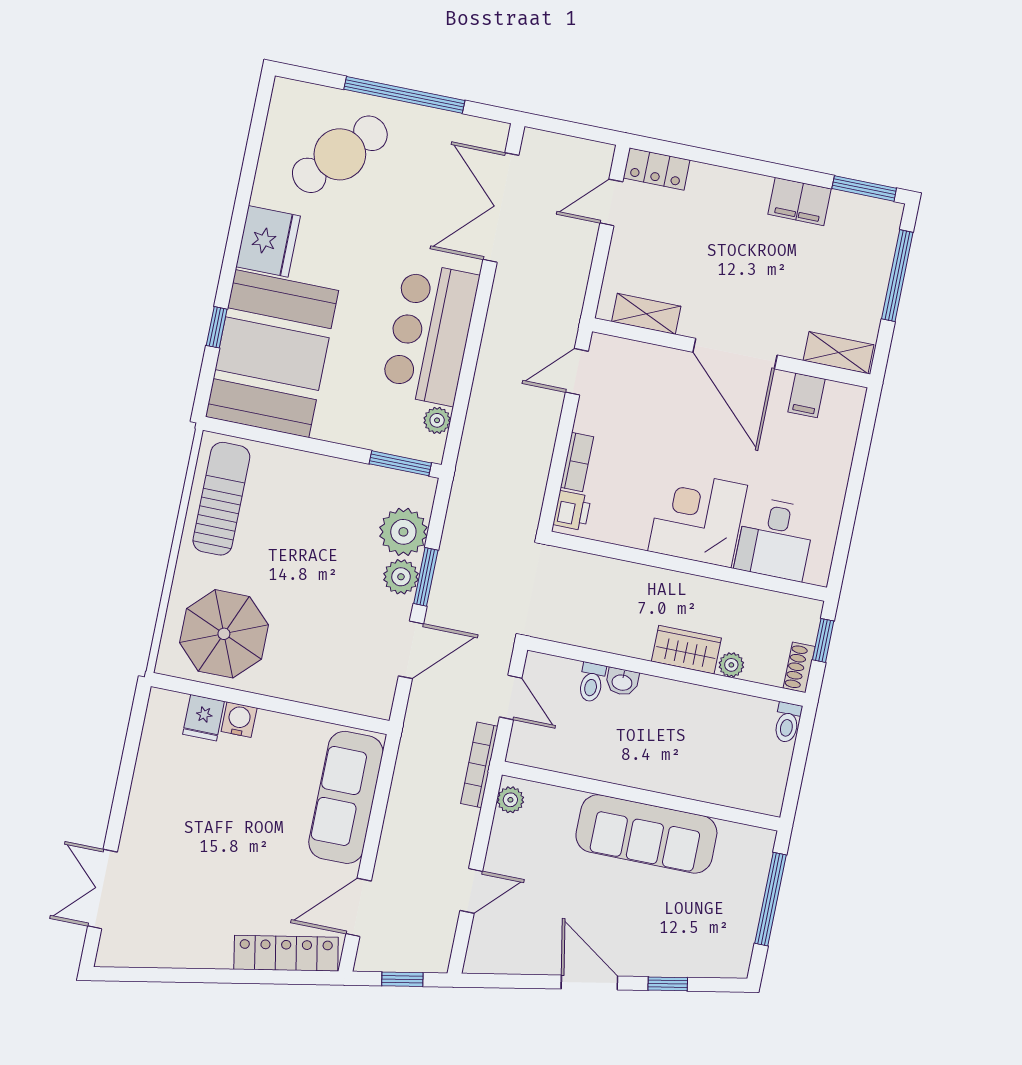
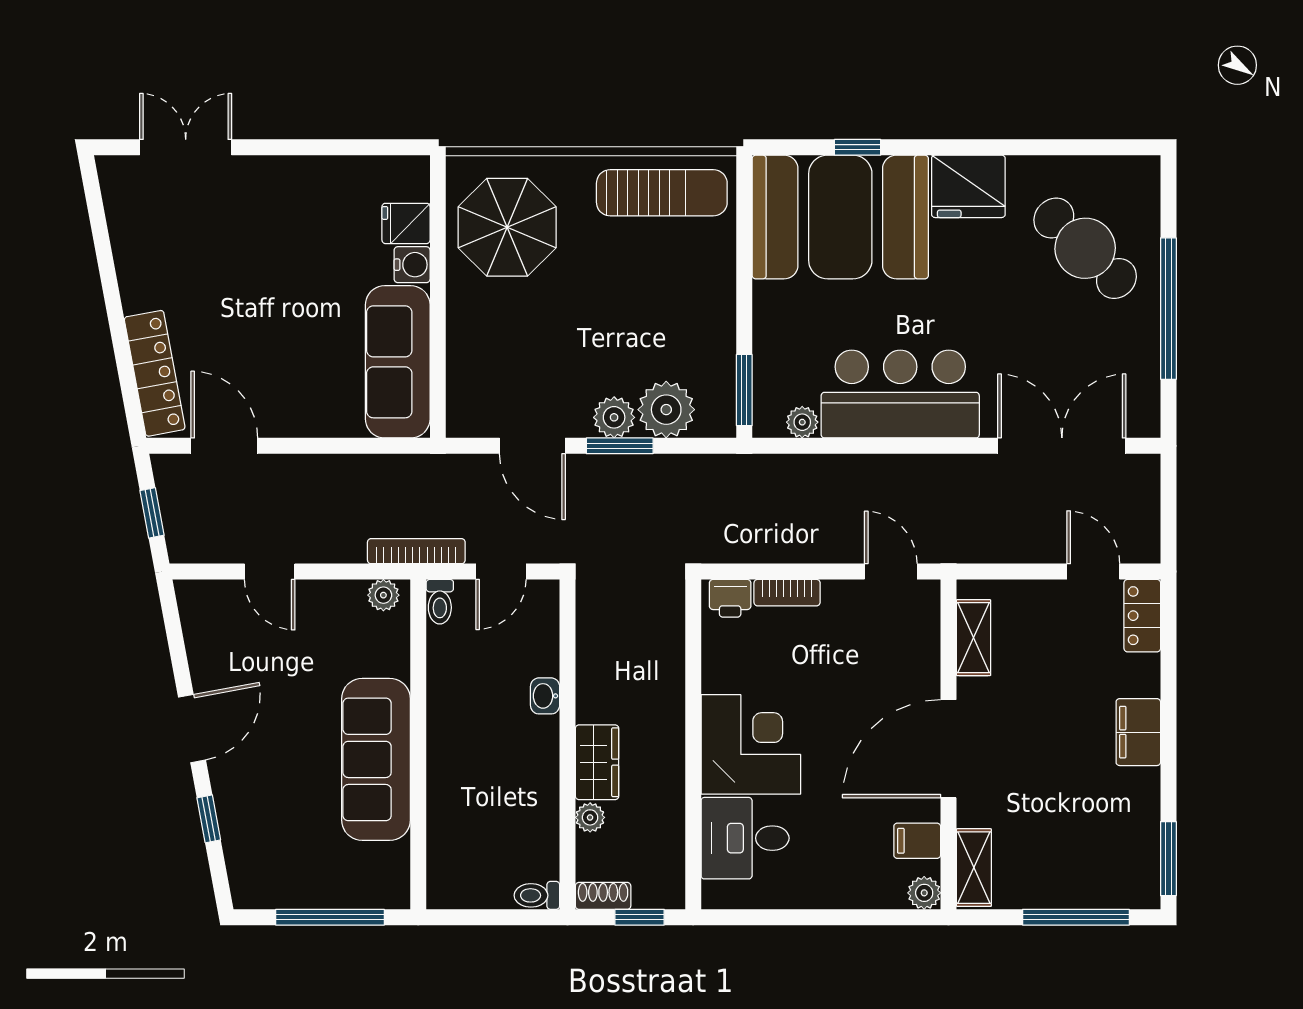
filing cabinet: (800, 202) -> (1138, 732), moved
plant: (851, 398) -> (924, 893), added
toilet: (592, 682) -> (440, 602), moved, turned -90
sofa: (346, 797) -> (398, 362), moved, turned -90

